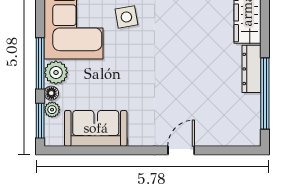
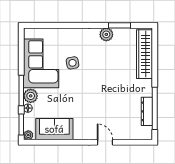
dresser: (252, 69) -> (147, 111), moved
plant: (52, 110) -> (28, 135), moved
door: (181, 150) -> (105, 142), hinge flipped

